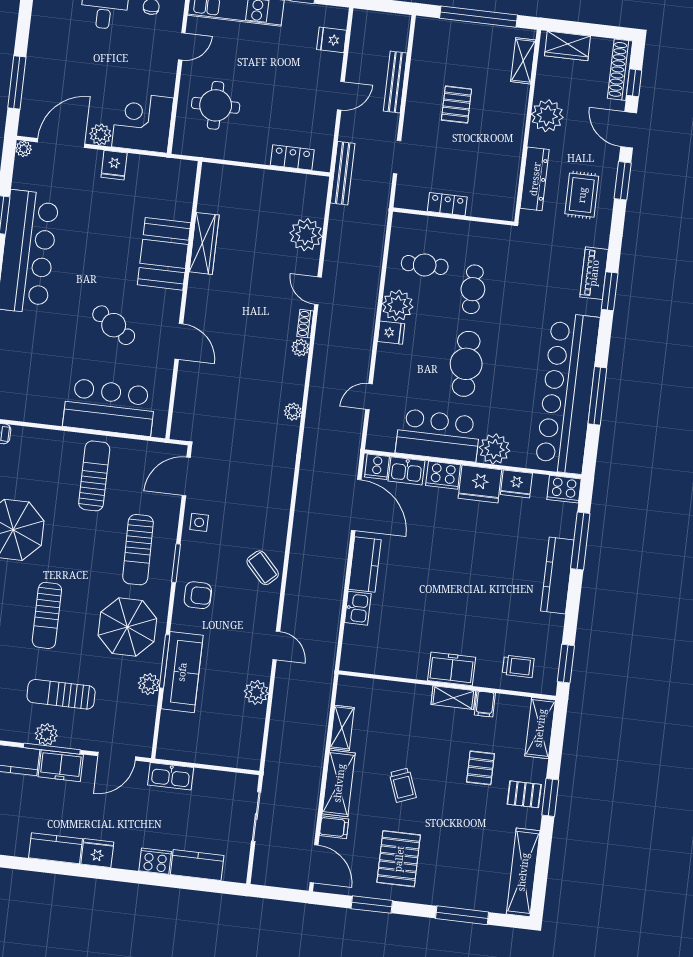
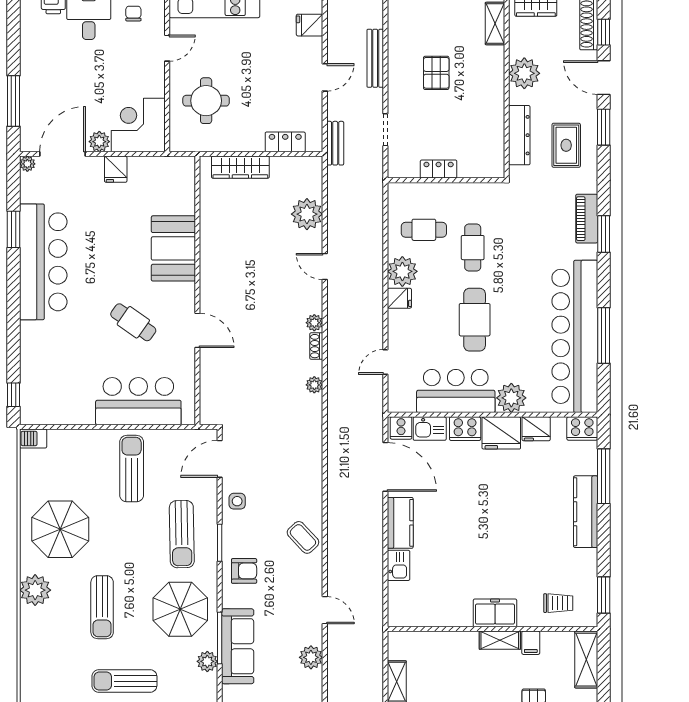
bench: (343, 173) -> (335, 143), width x0.73
wardrobe: (204, 243) -> (240, 167), moved, turned 90
shoe rack: (305, 324) -> (316, 346), moved

